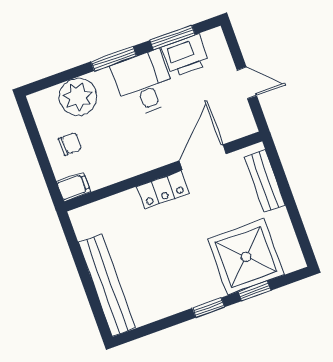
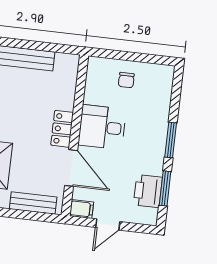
desk: (144, 83) -> (102, 127), moved, turned 180
plant: (78, 97) -> (156, 102), removed
filing cabinet: (73, 187) -> (82, 209), moved, turned -90

